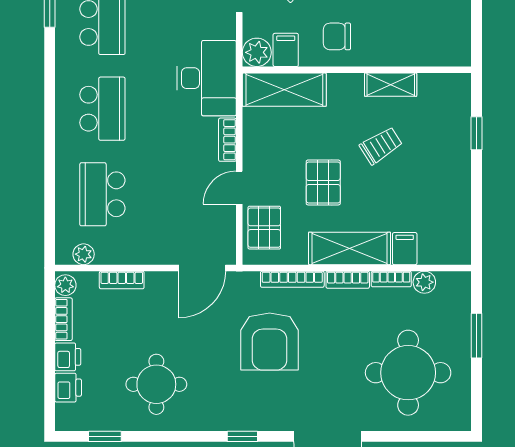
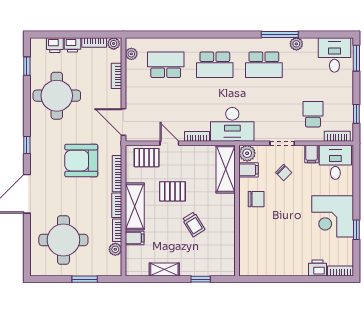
chair: (337, 36) -> (256, 199), turned 90
shelving: (391, 85) -> (164, 269), moved, turned 90
round table: (156, 384) -> (57, 96), width x1.36, depth x1.36

